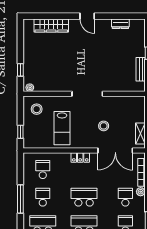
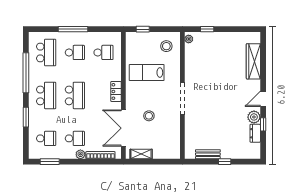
window: (112, 16) -> (263, 124), added
plant: (105, 25) -> (254, 117), added

